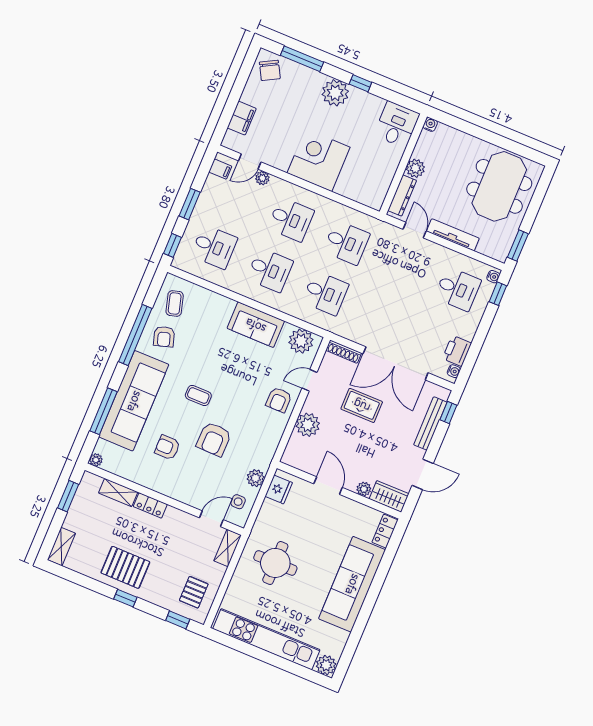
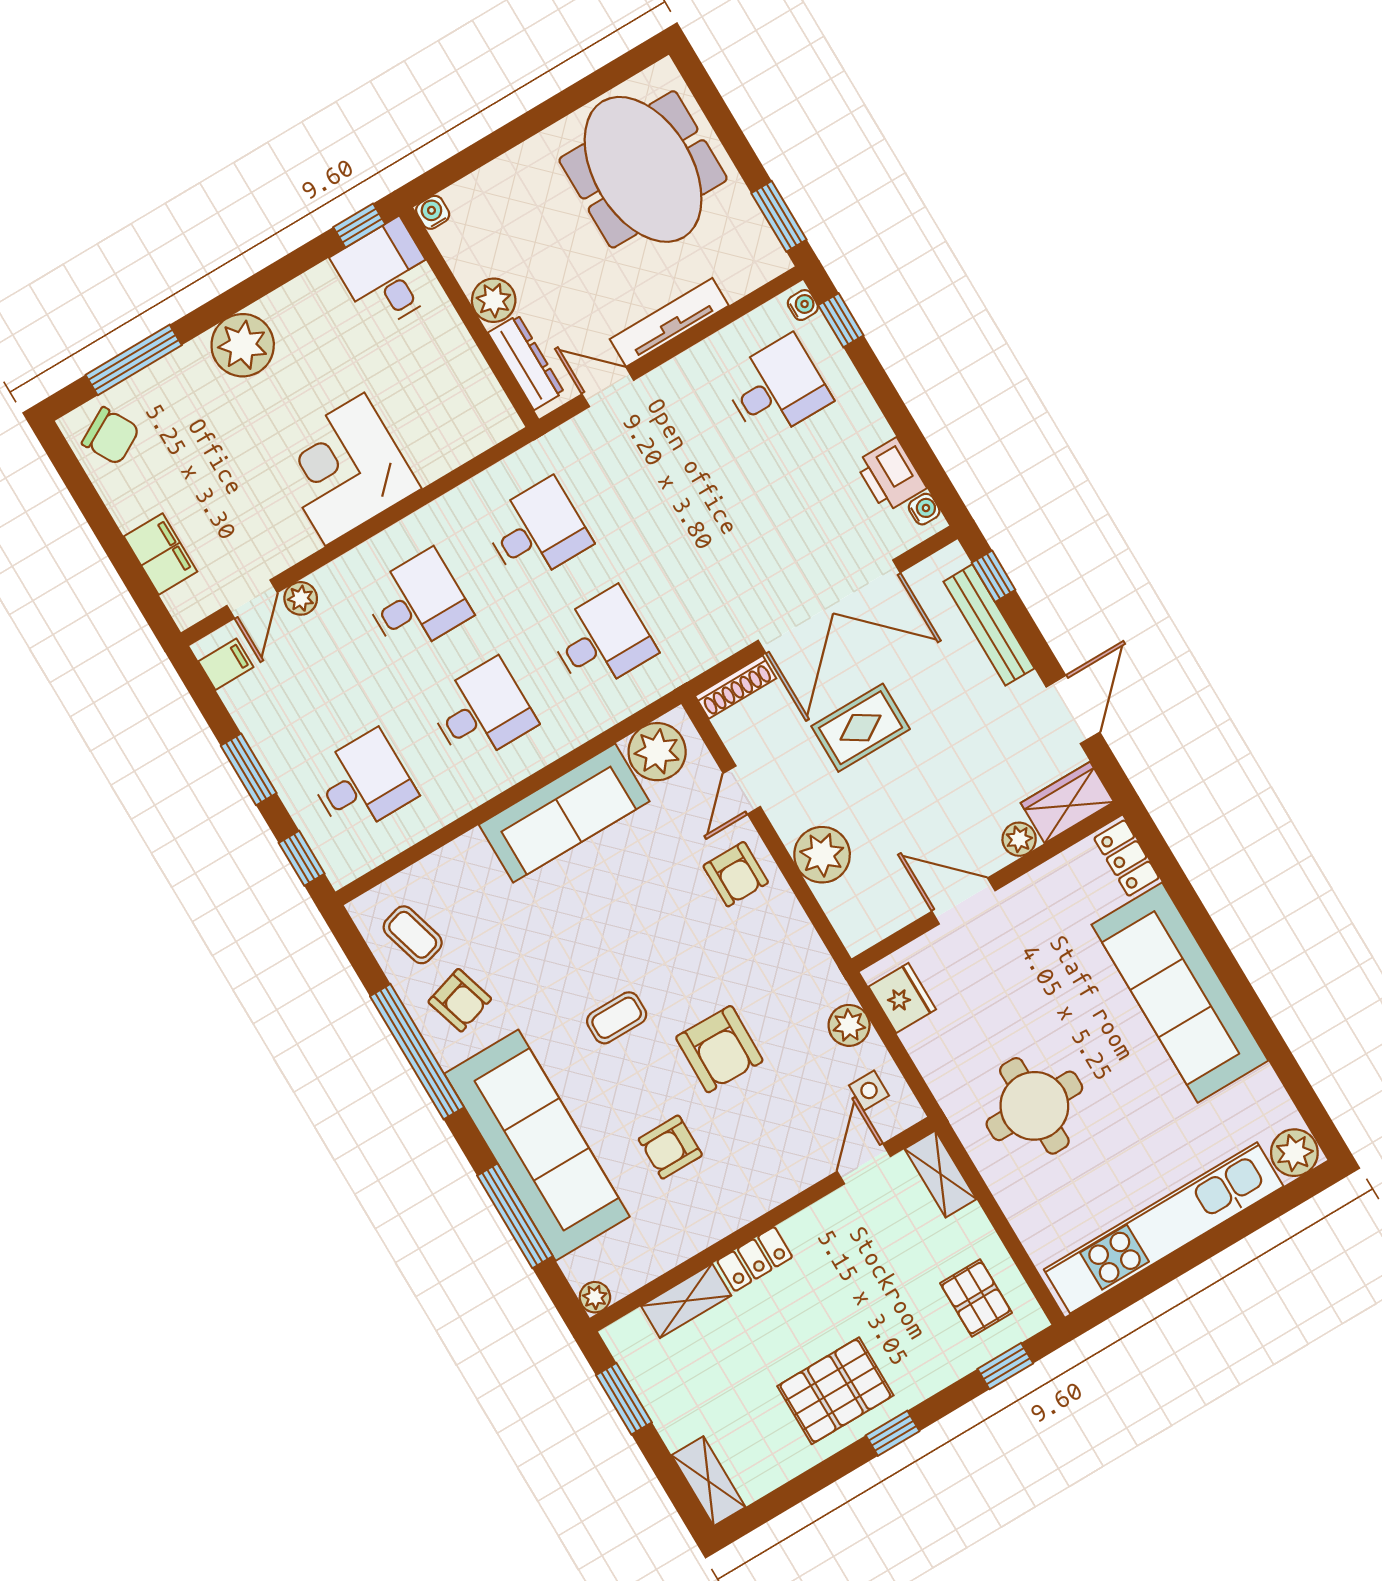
window: (360, 83) -> (359, 226), moved
sofa: (256, 325) -> (564, 813), width x1.36

